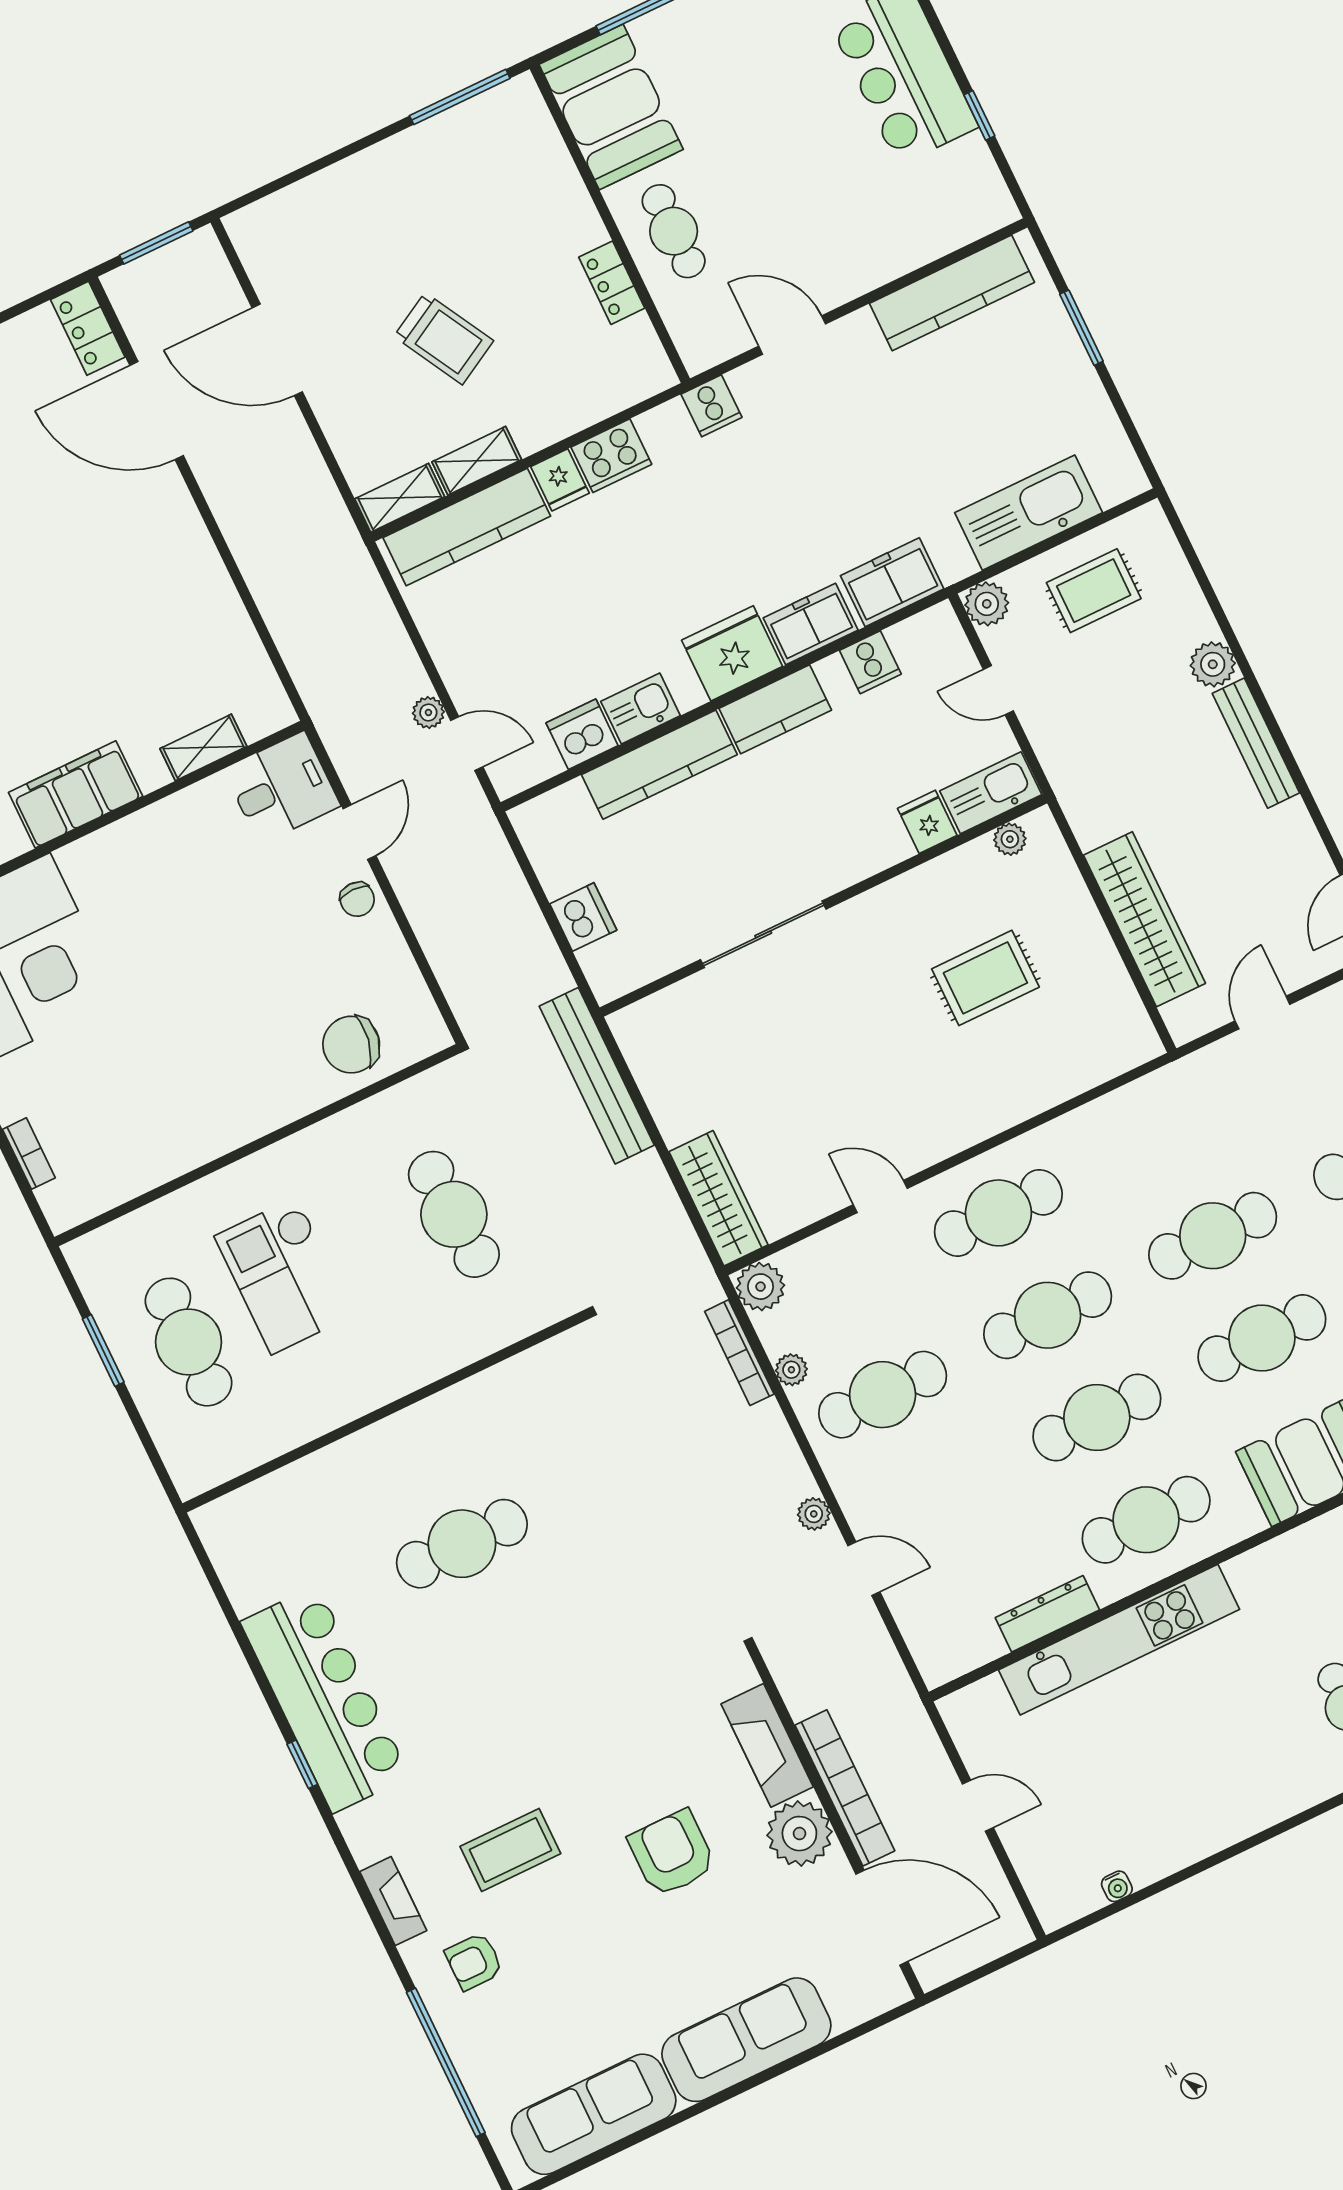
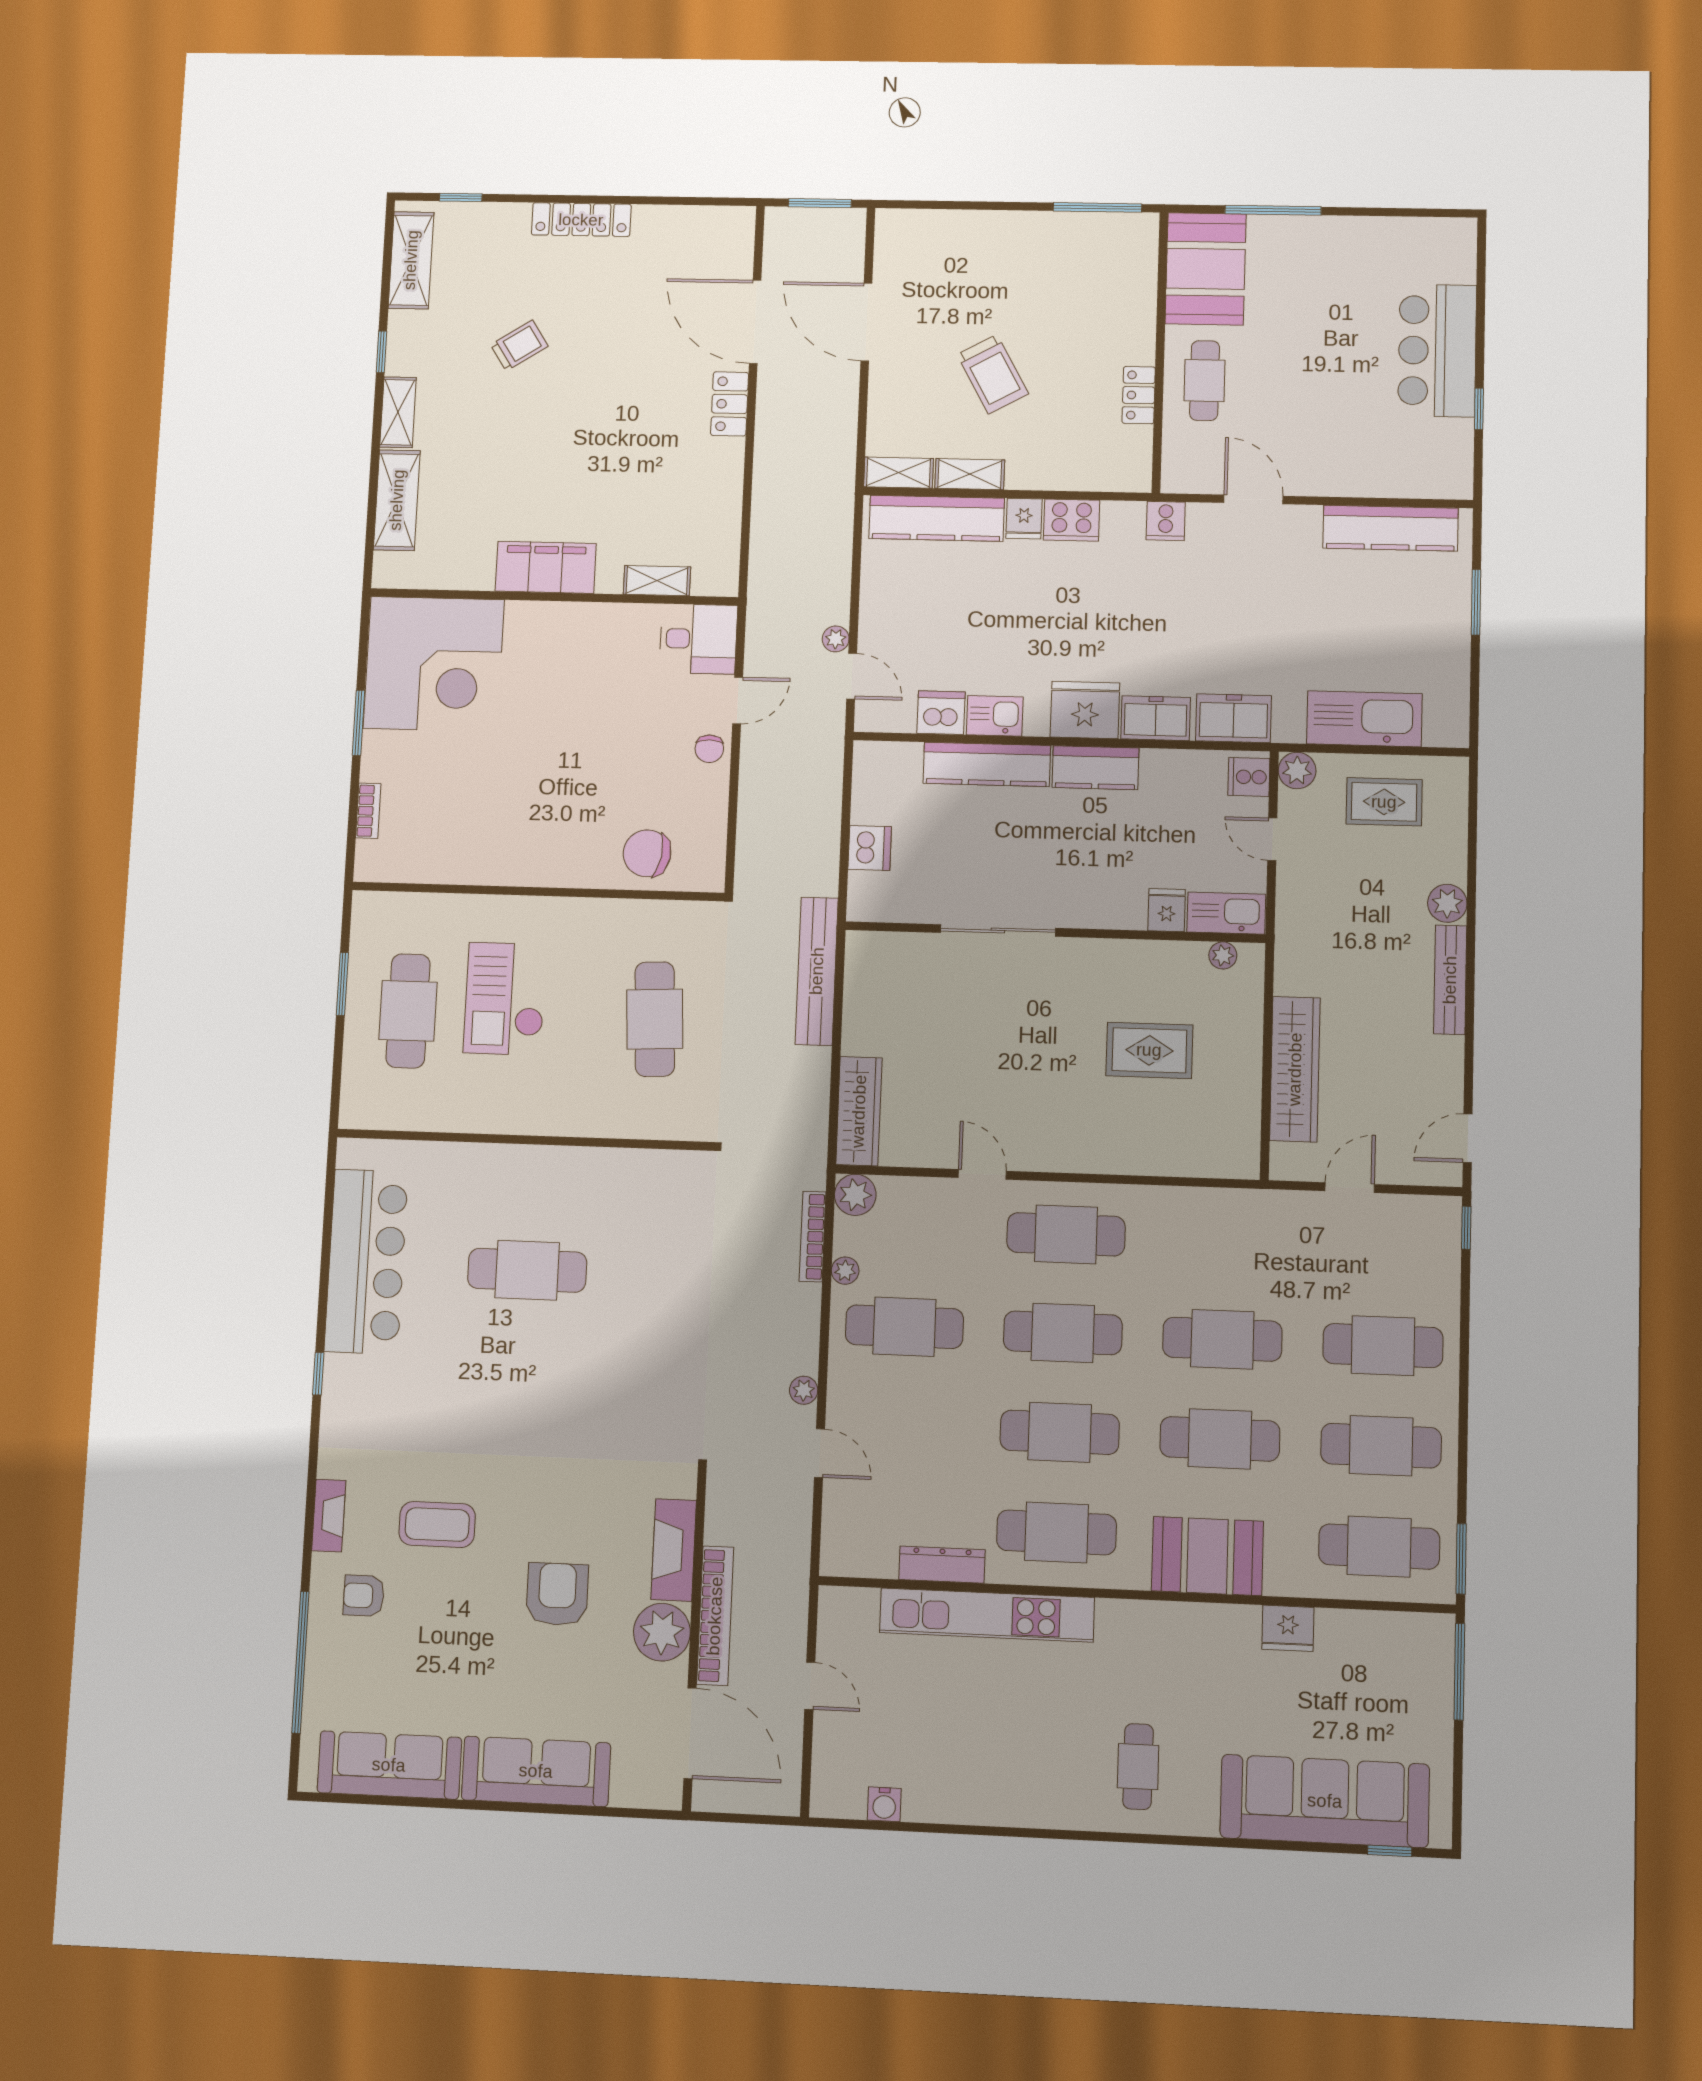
locker: (88, 328) -> (730, 404), moved
cooker: (870, 662) -> (1249, 777), moved, turned 90
bar counter: (325, 1699) -> (366, 1261), moved
water cooler: (1117, 1886) -> (884, 1804), width x1.38, depth x1.38

